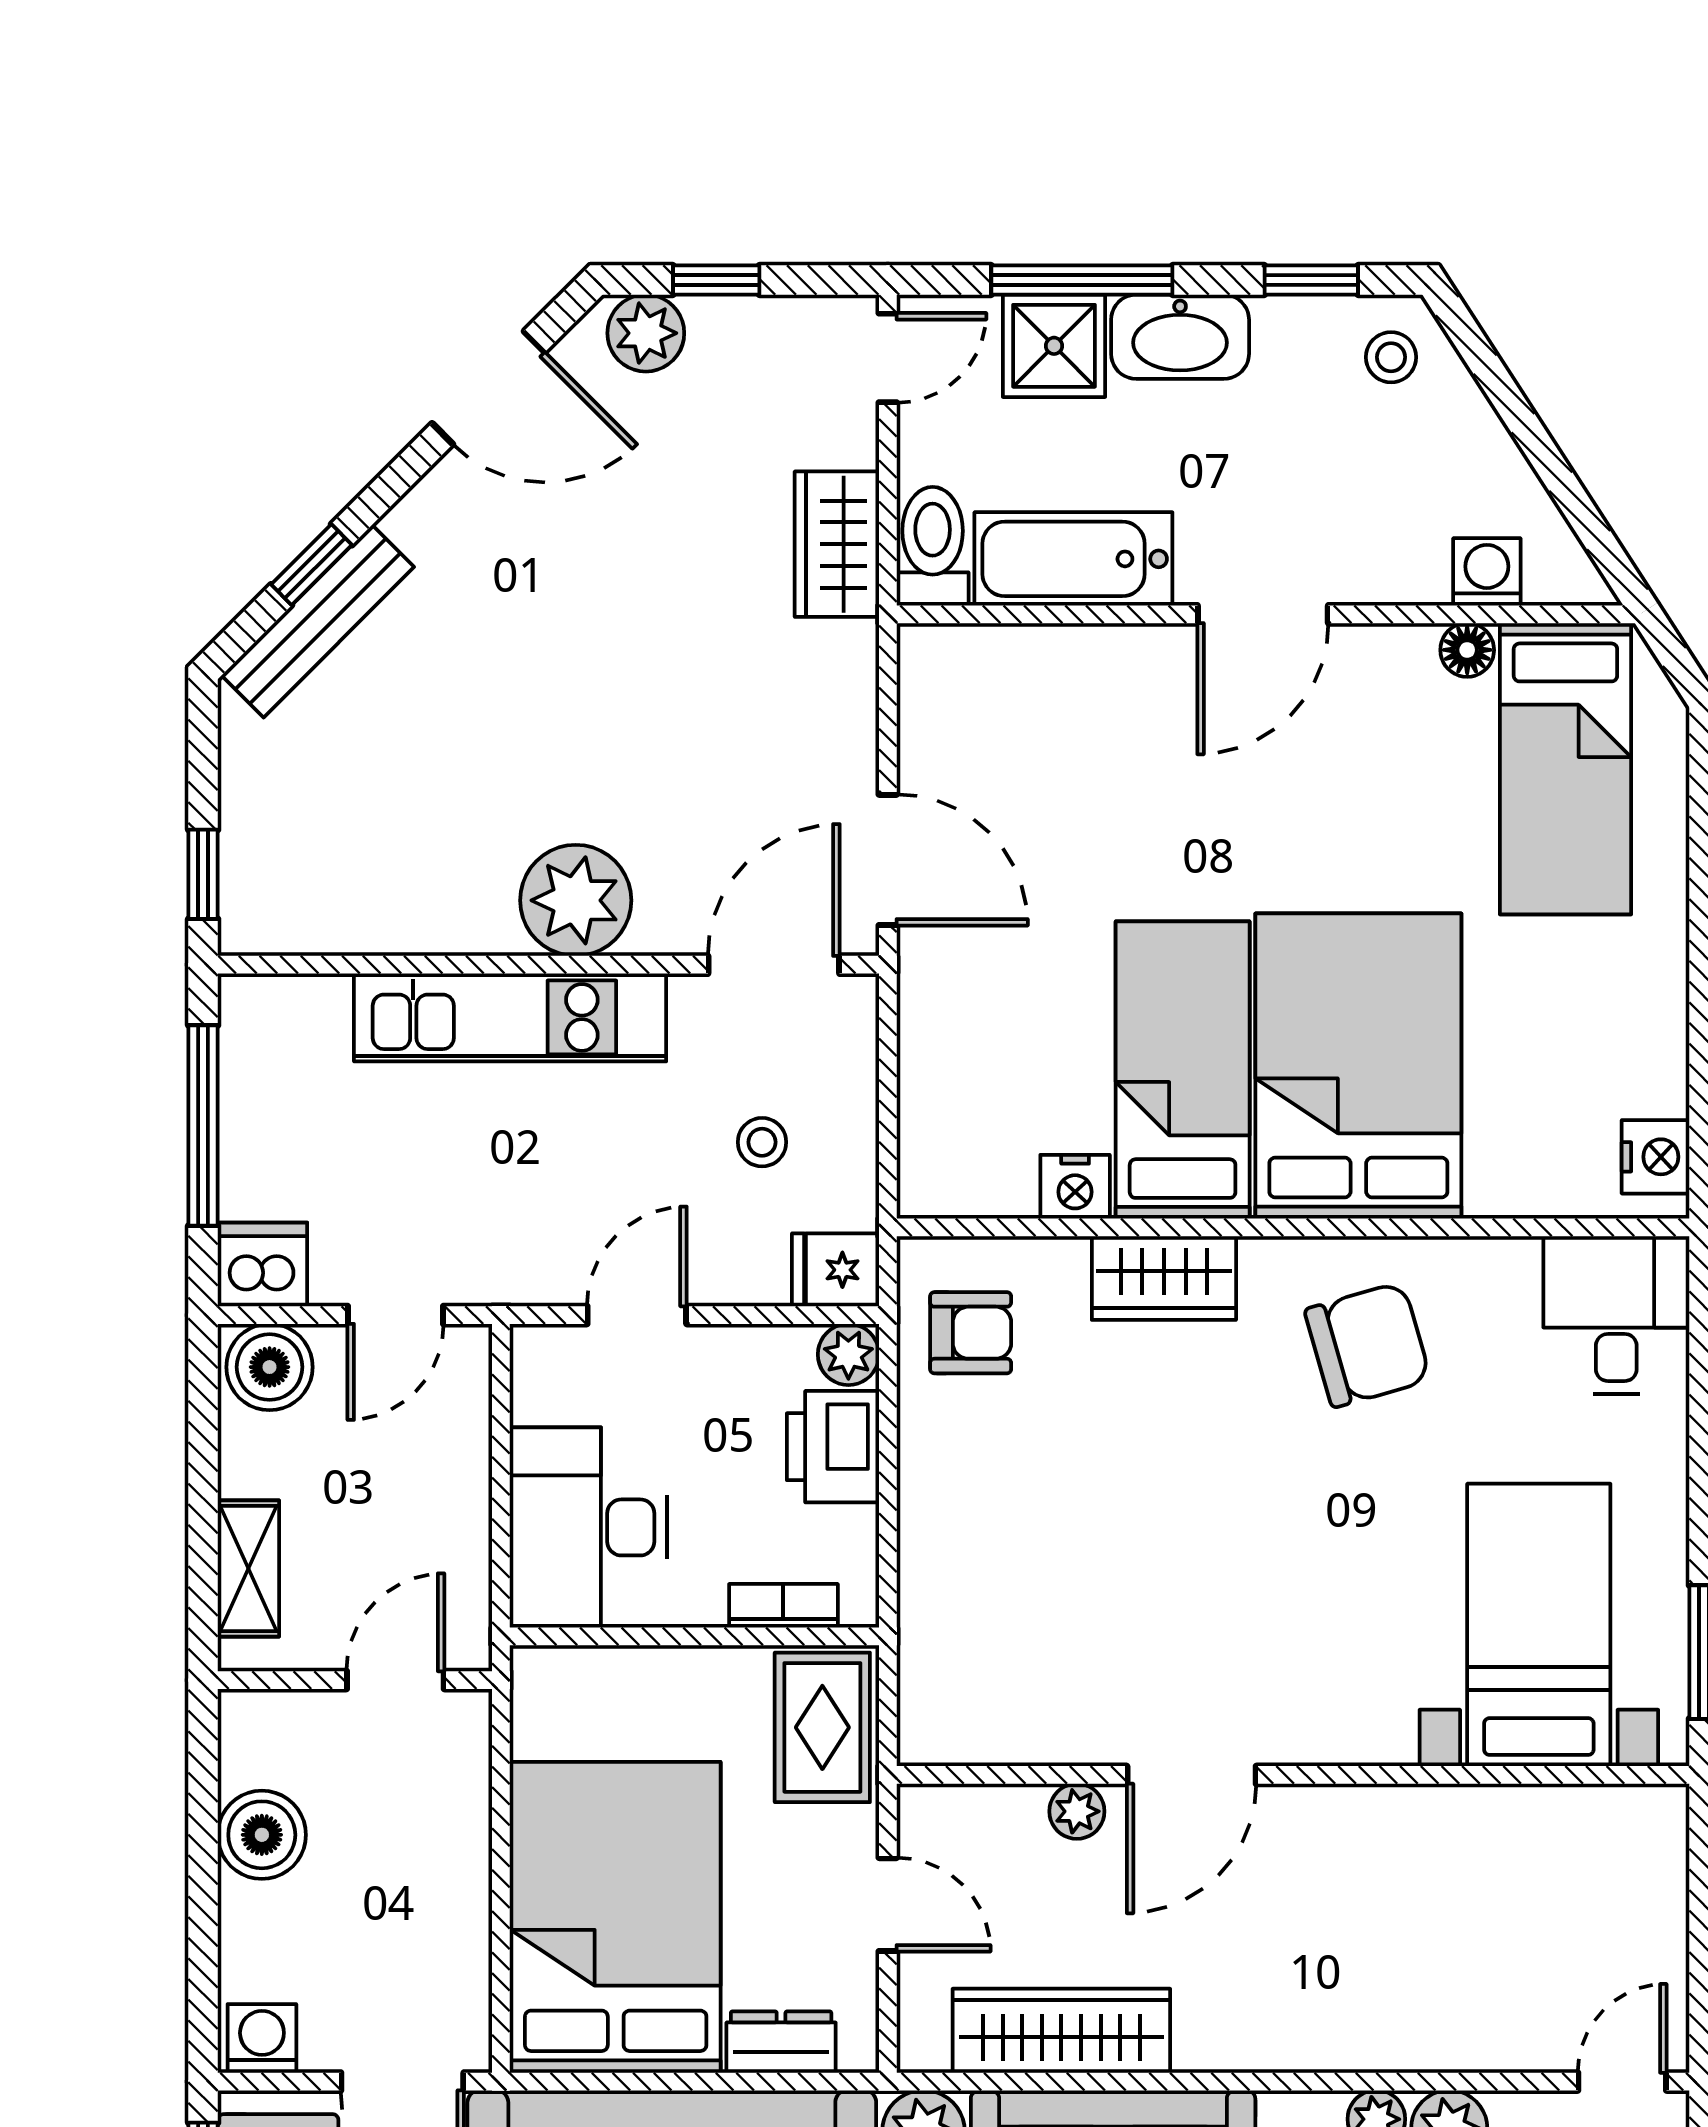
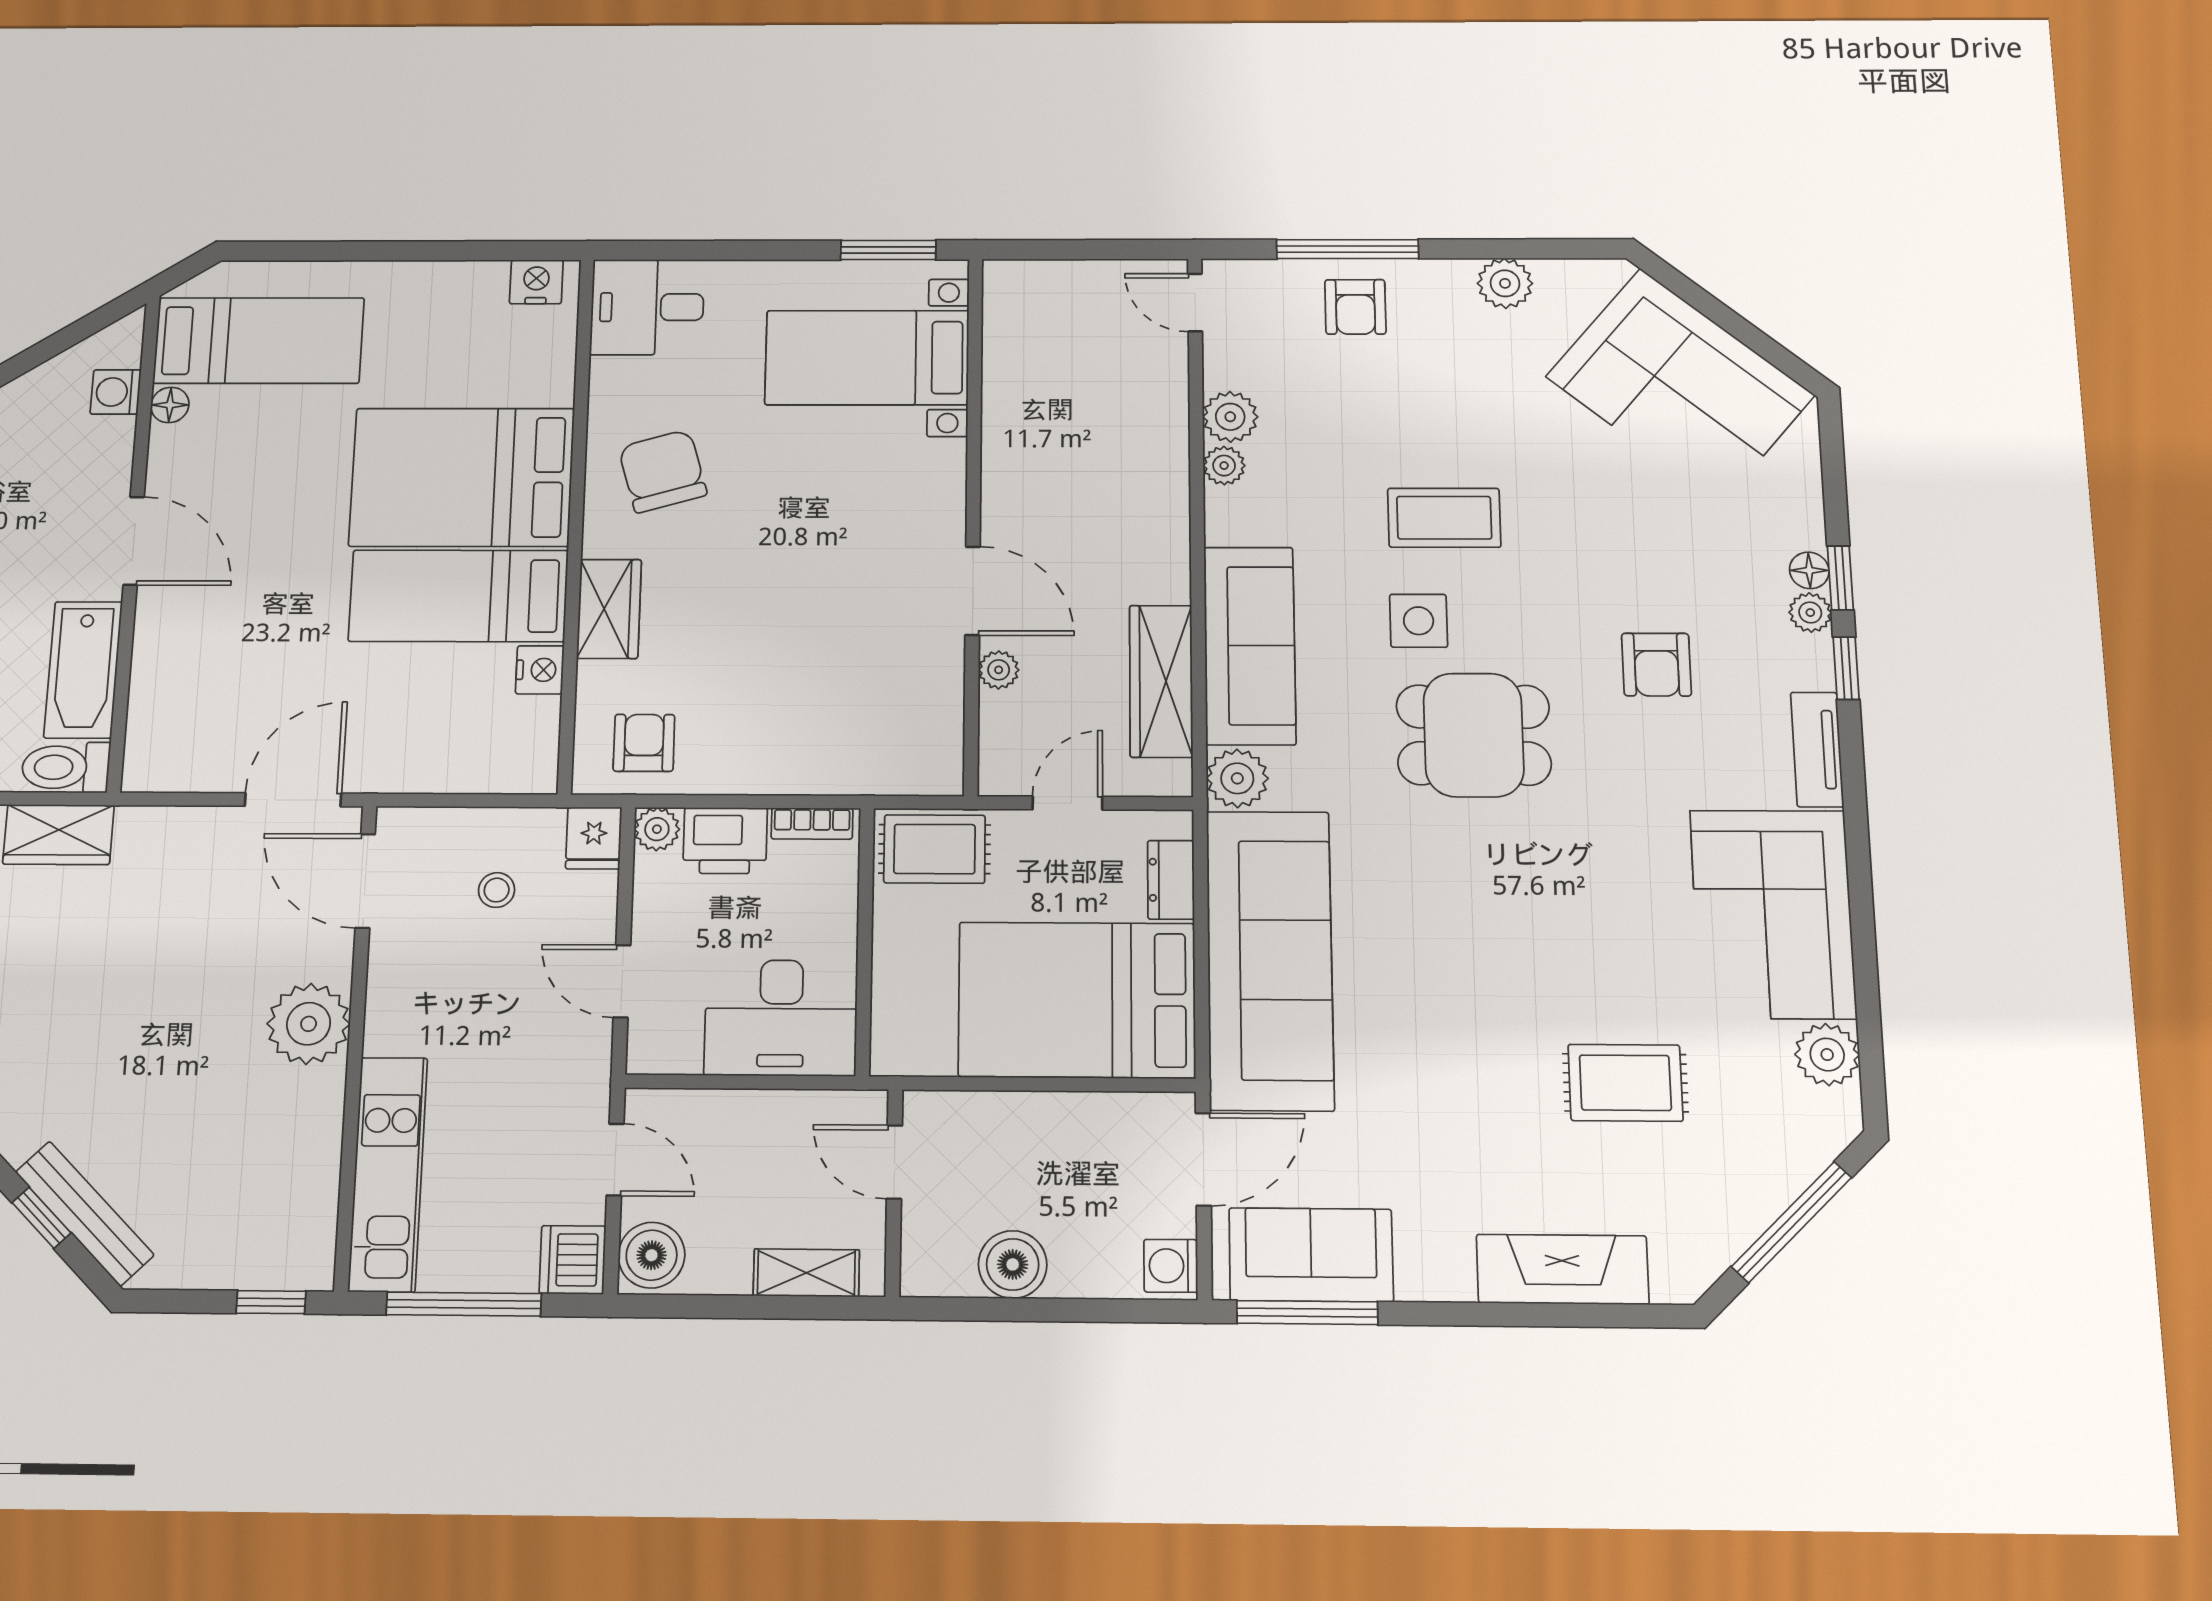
kitchen unit: (510, 1017) -> (388, 1174), moved
bookcase: (783, 1606) -> (812, 824), moved, turned -90

